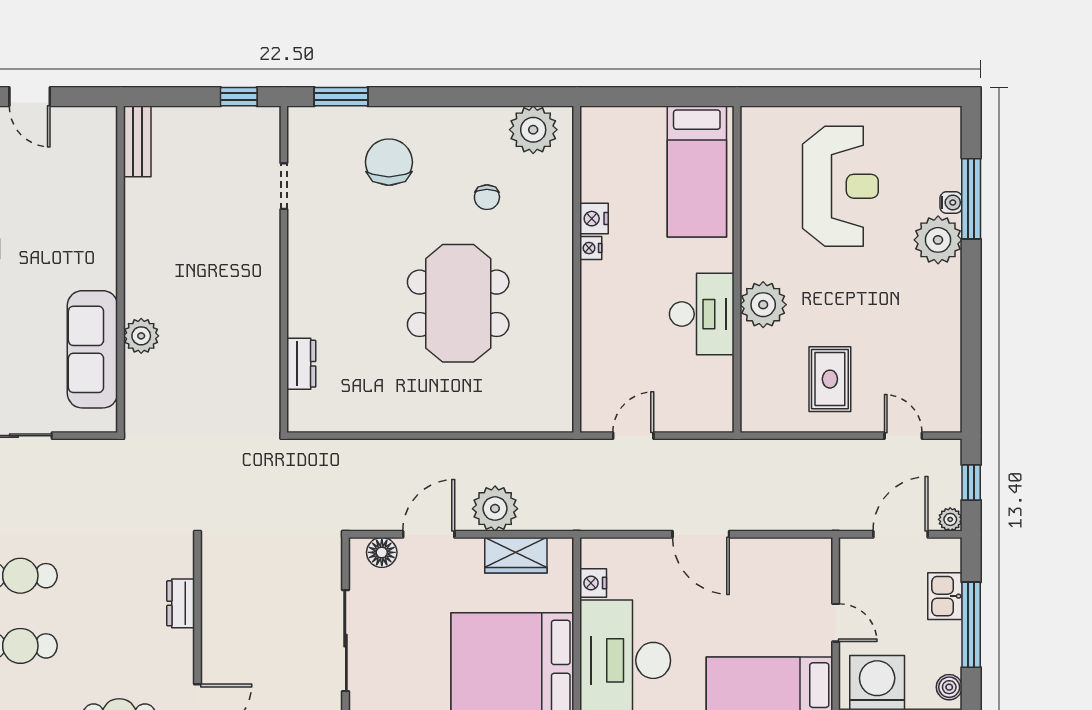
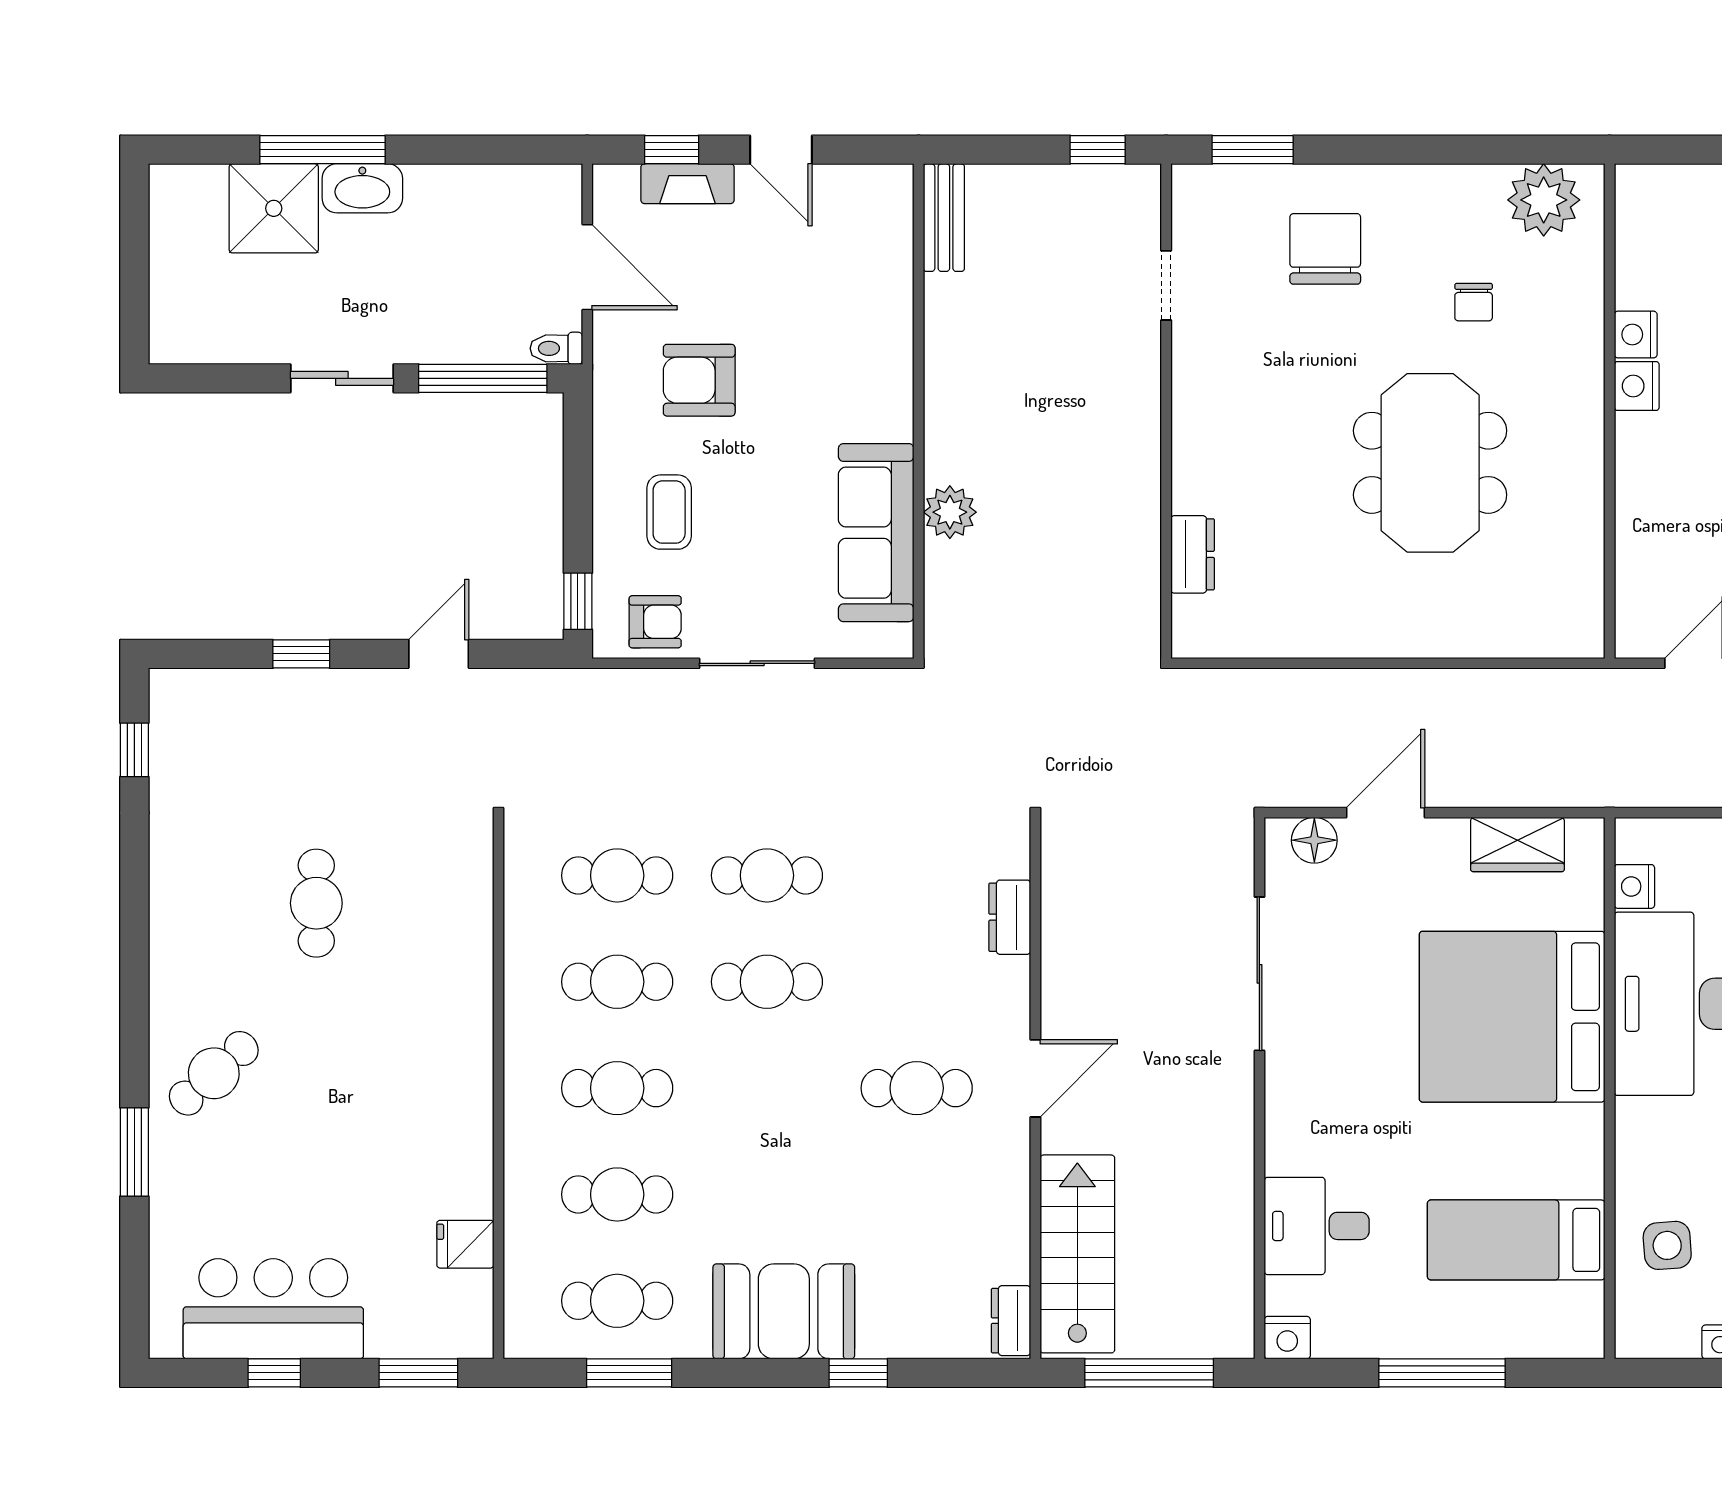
nightstand: (591, 248) -> (1637, 386), width x1.39, depth x1.35
plant: (495, 509) -> (1486, 774), removed

